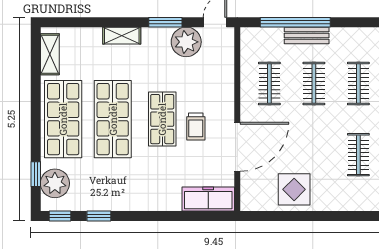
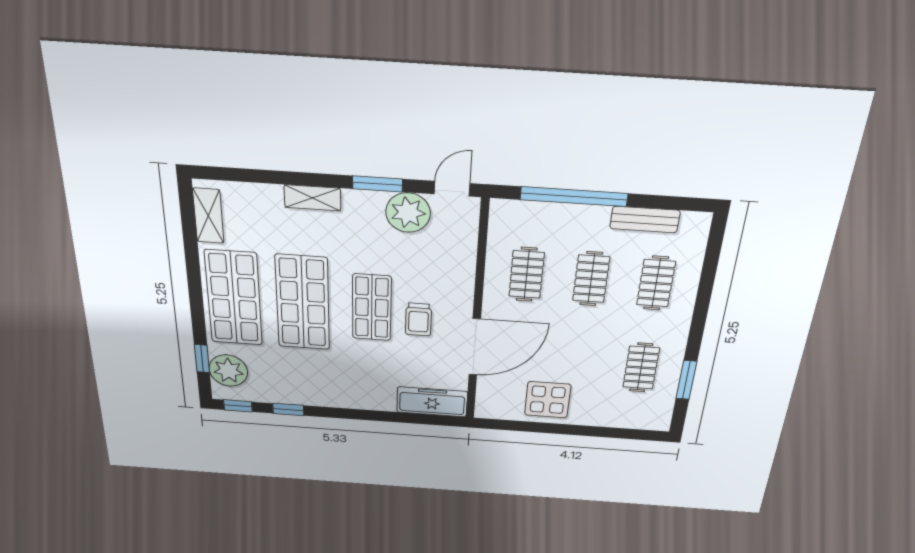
bench: (307, 35) -> (645, 219), moved

